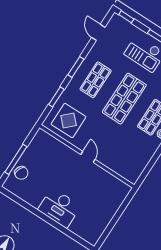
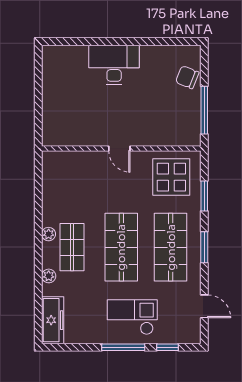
window: (126, 17) -> (167, 347), moved
shop shelf: (96, 80) -> (171, 247), width x1.43, depth x1.36
window: (16, 159) -> (204, 110), moved

